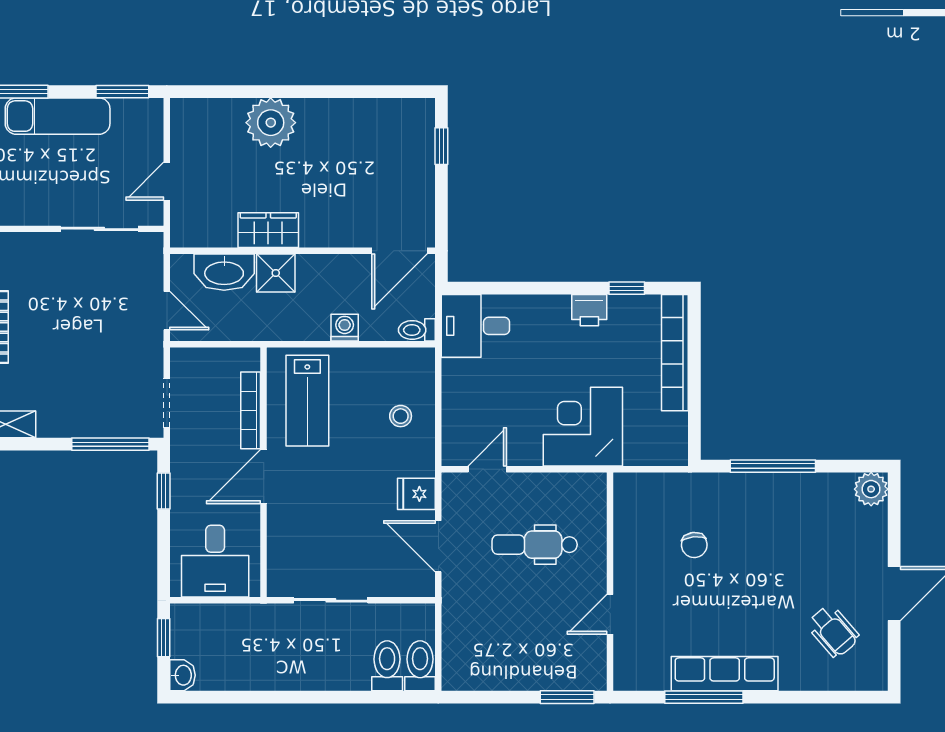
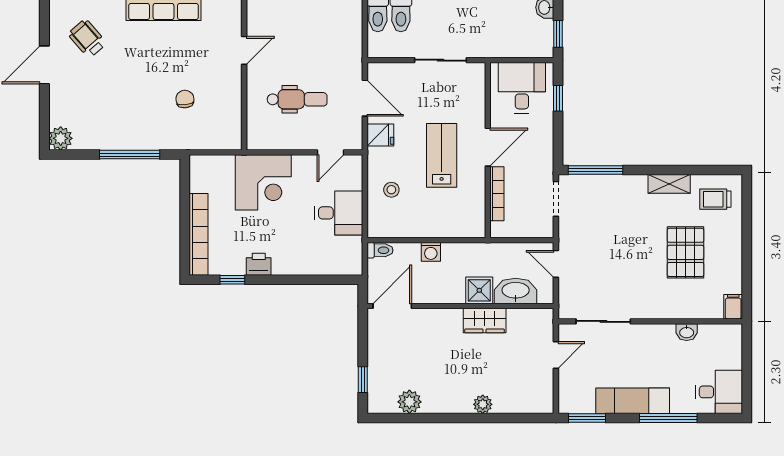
plant: (375, 115) -> (409, 402), added
plant: (271, 123) -> (483, 404), width x0.53, depth x0.53
desk: (475, 326) -> (339, 213), moved
lab bench: (307, 401) -> (442, 155), moved
window: (164, 491) -> (558, 98), moved

